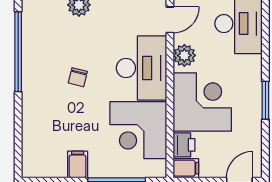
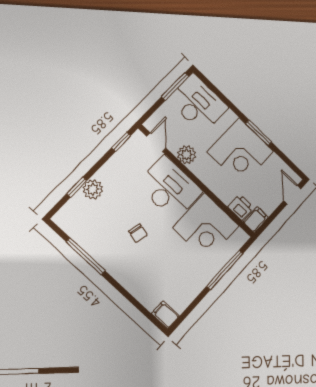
window: (18, 52) -> (86, 256), width x0.68
corner desk: (202, 102) -> (240, 151), moved, turned 180
filing cabinet: (78, 164) -> (165, 315), moved

